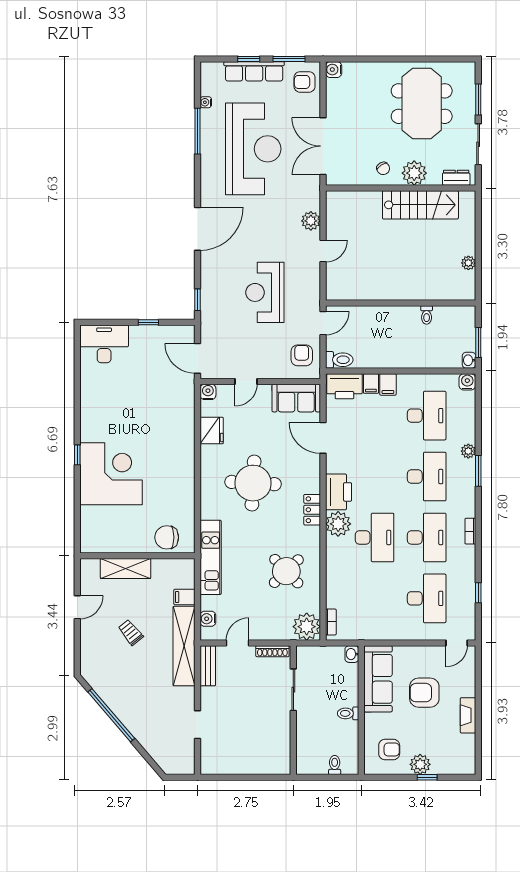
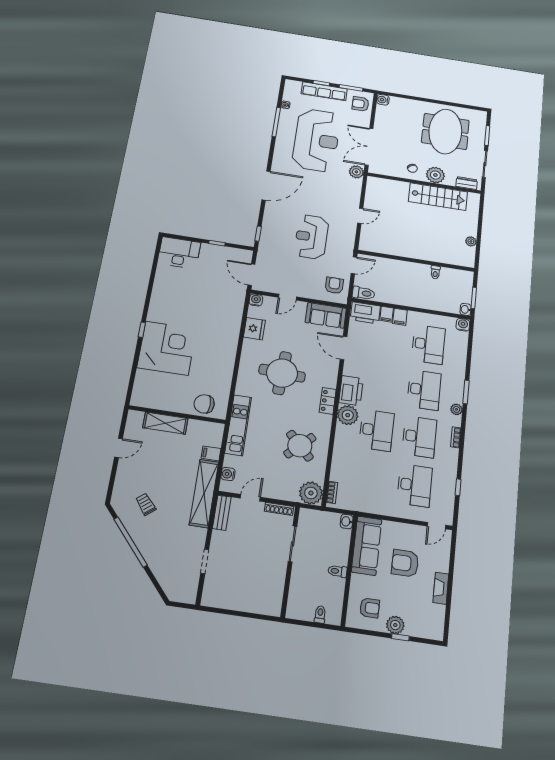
plant: (311, 221) -> (356, 172), moved
plant: (468, 451) -> (456, 409), moved
trolley: (131, 632) -> (146, 504), moved

